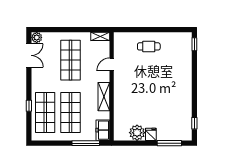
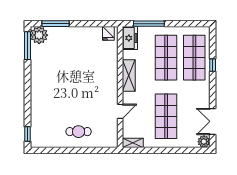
window: (194, 123) -> (27, 46), width x2.17
plant: (137, 133) -> (39, 35), moved
fridge: (151, 134) -> (108, 33), moved

